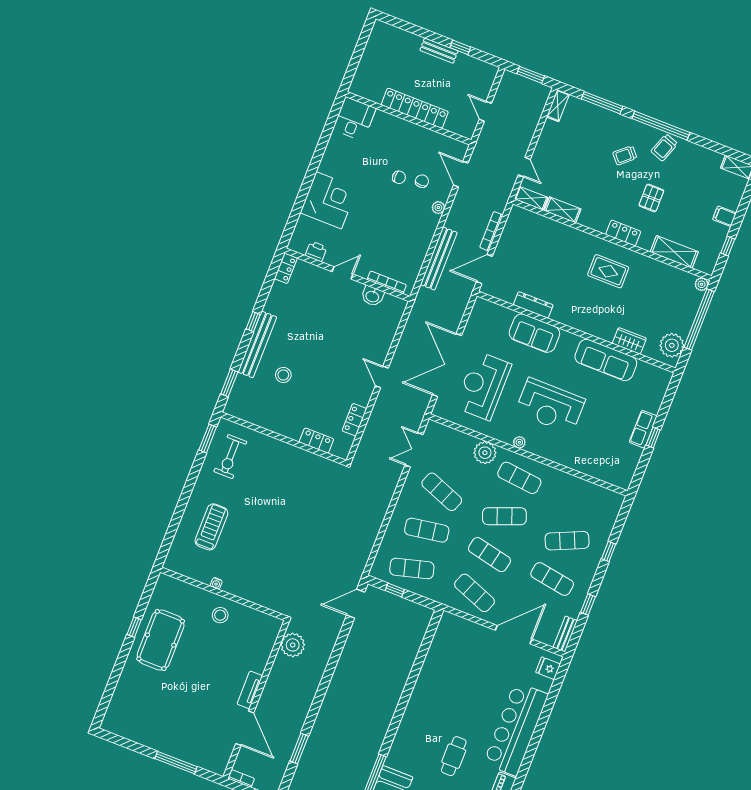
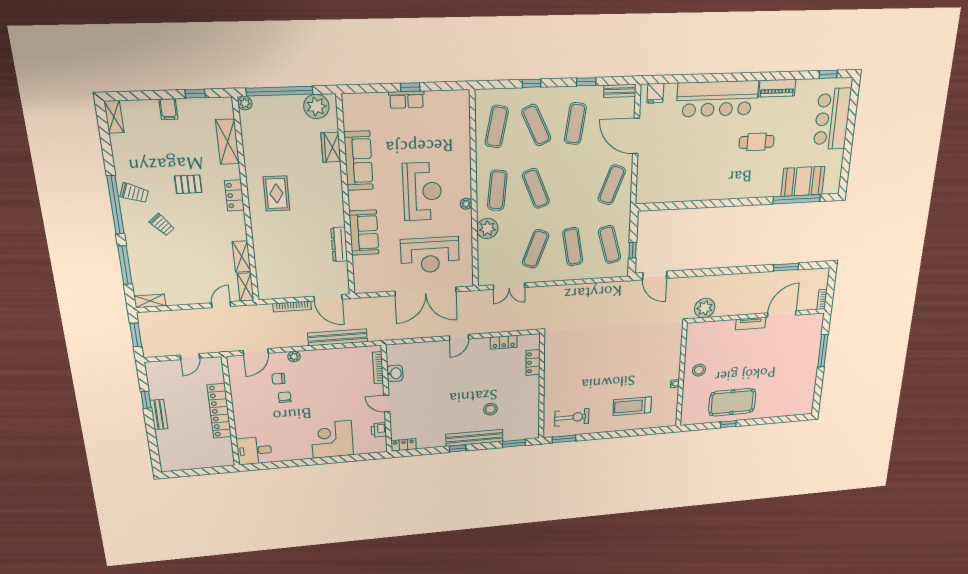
exercise mat: (489, 555) -> (497, 127), moved

